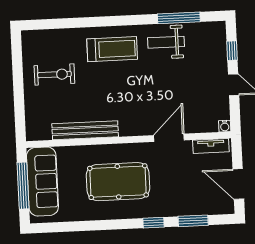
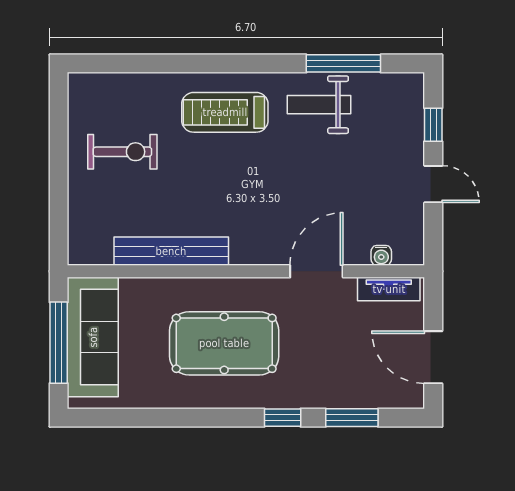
treadmill: (112, 49) -> (225, 112), turned 180
water cooler: (225, 126) -> (381, 255), moved

